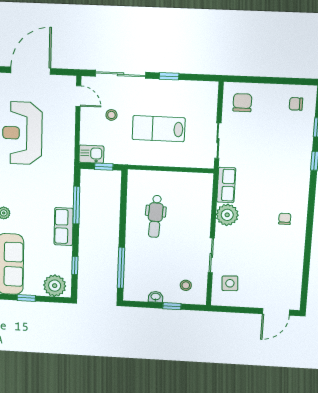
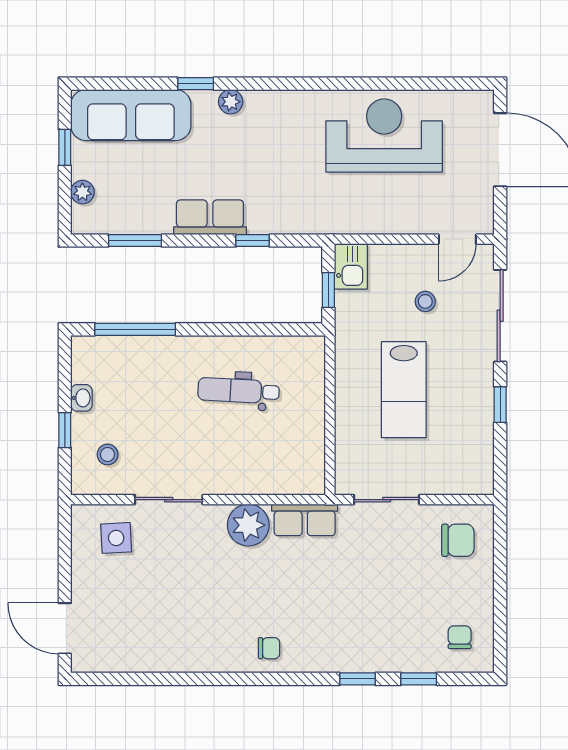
lab bench: (159, 129) -> (404, 390), turned 180
window: (76, 205) -> (253, 241), width x0.46
chair: (285, 219) -> (269, 648), moved
window: (75, 265) -> (135, 241), width x1.50
plant: (55, 286) -> (82, 192), width x0.53, depth x0.53

